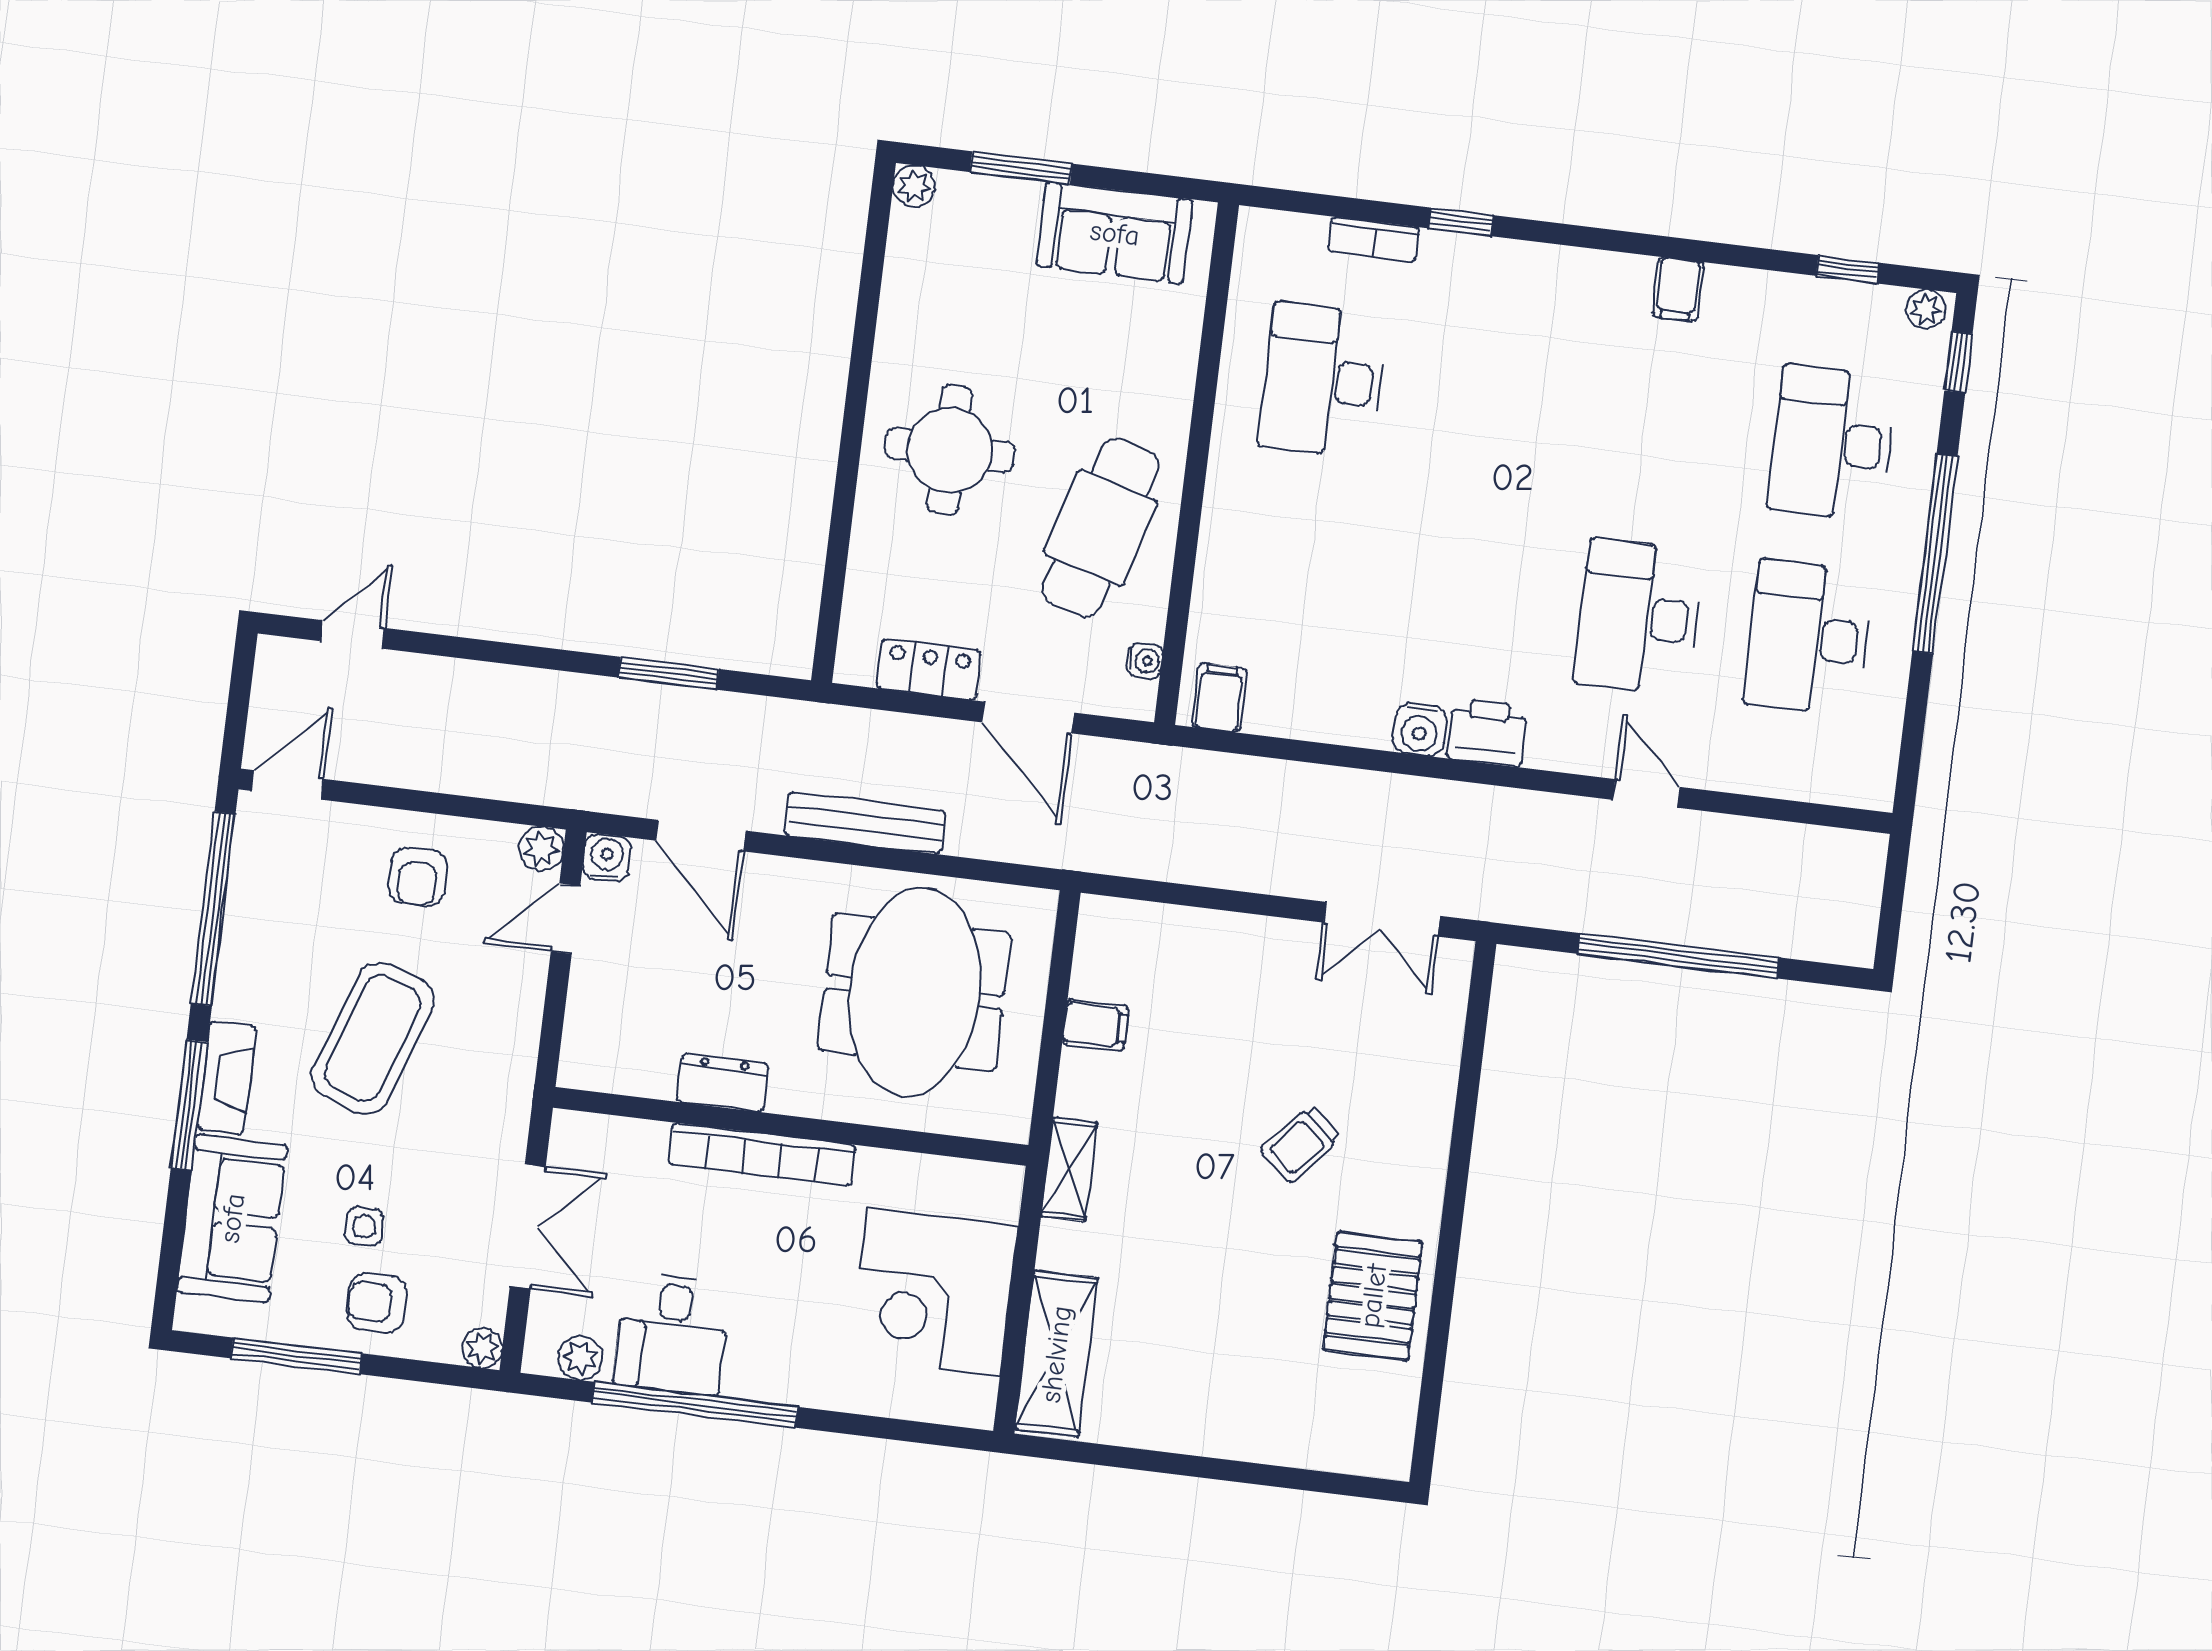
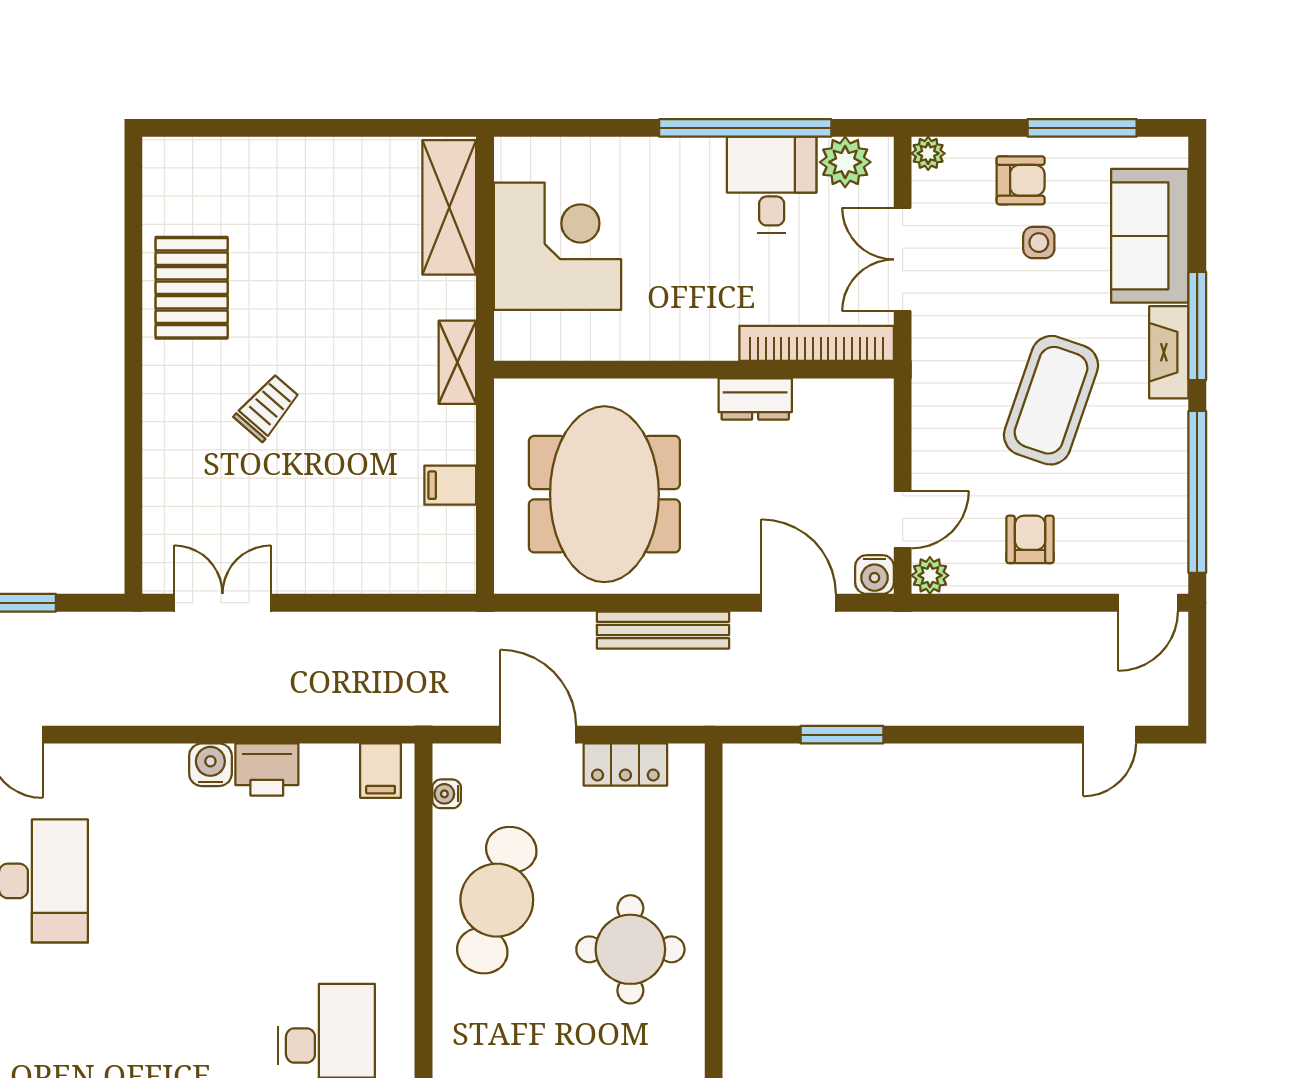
printer: (1487, 732) -> (267, 769), moved
bookcase: (762, 1154) -> (817, 343), moved
plant: (580, 1358) -> (845, 162), width x1.38, depth x1.38

